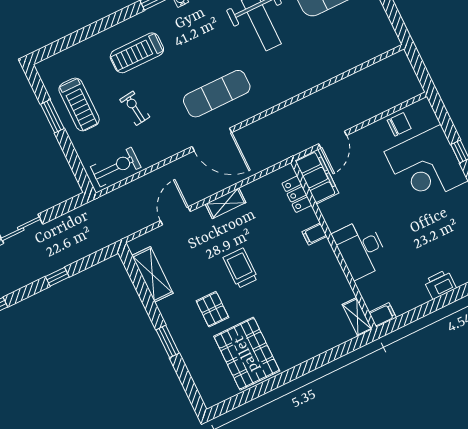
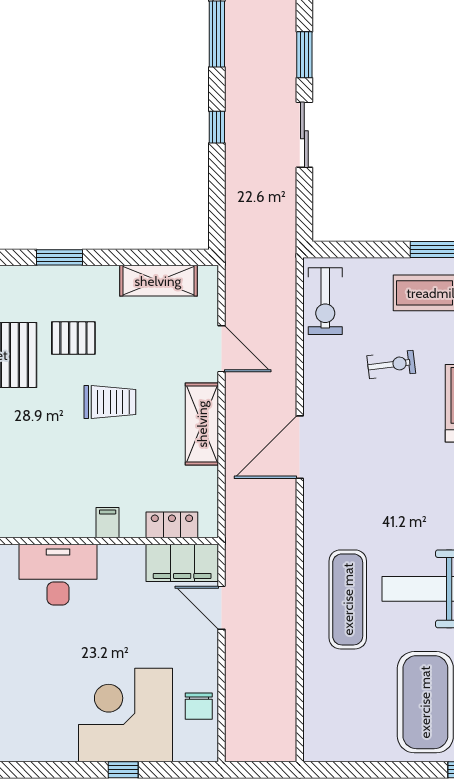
exercise mat: (217, 94) -> (348, 599), moved
shelving: (226, 203) -> (202, 424), width x1.50, depth x1.33
window: (57, 277) -> (217, 127), moved

